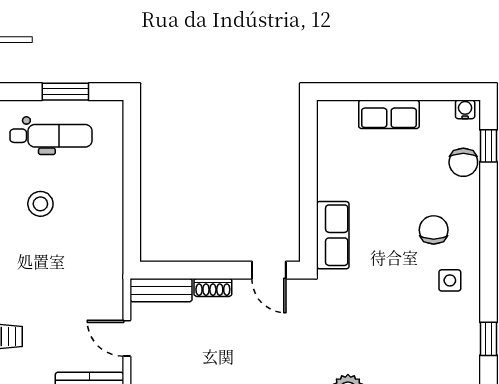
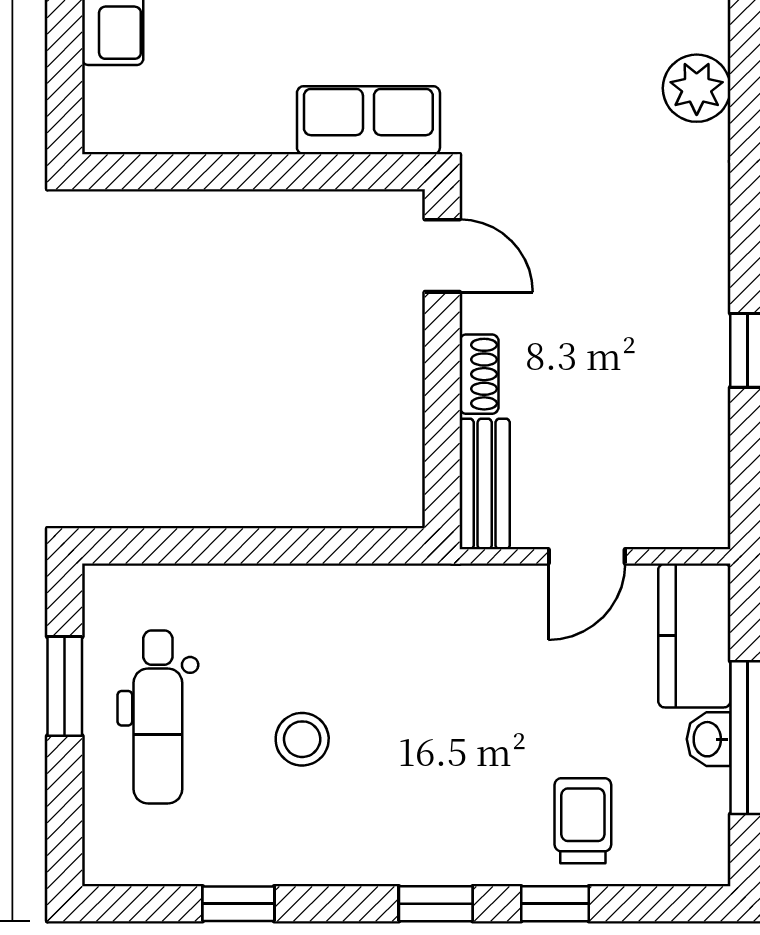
dental chair: (51, 136) -> (158, 717), turned 180
door: (269, 270) -> (442, 256), hinge flipped

